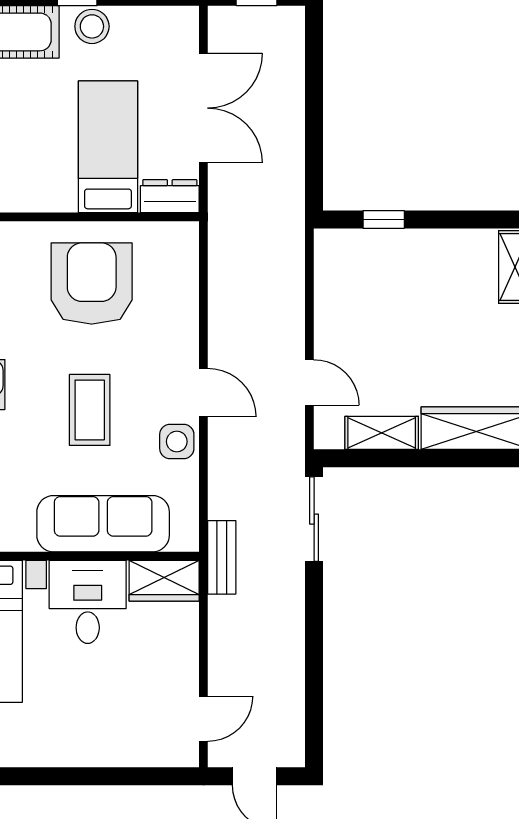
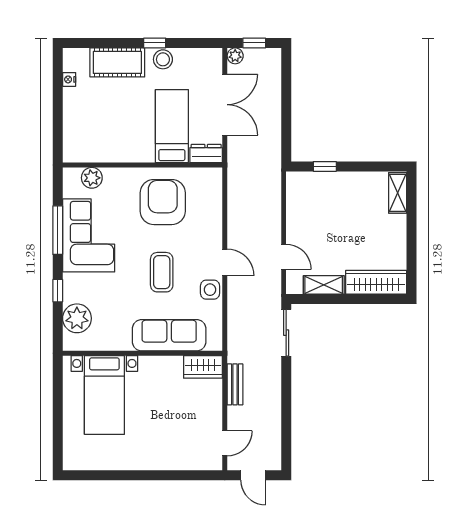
plant: (222, 20) -> (235, 56), added
bench: (222, 557) -> (235, 384), moved
desk: (88, 602) -> (161, 379), removed

